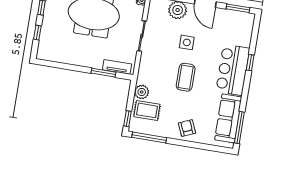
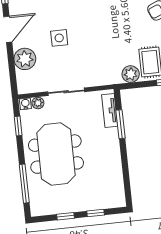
plant: (139, 11) -> (38, 103), added
coffee table: (186, 77) -> (100, 28), removed

